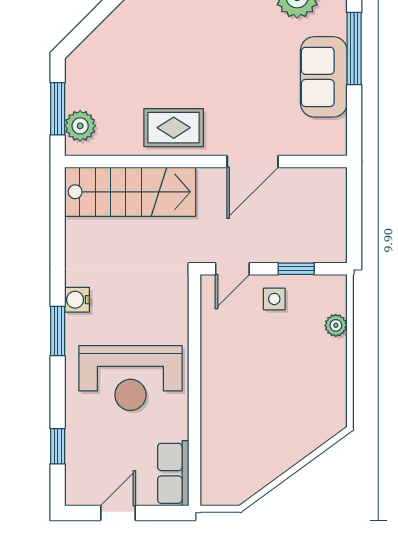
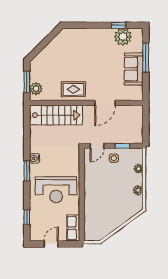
plant: (335, 379) -> (138, 190), added

